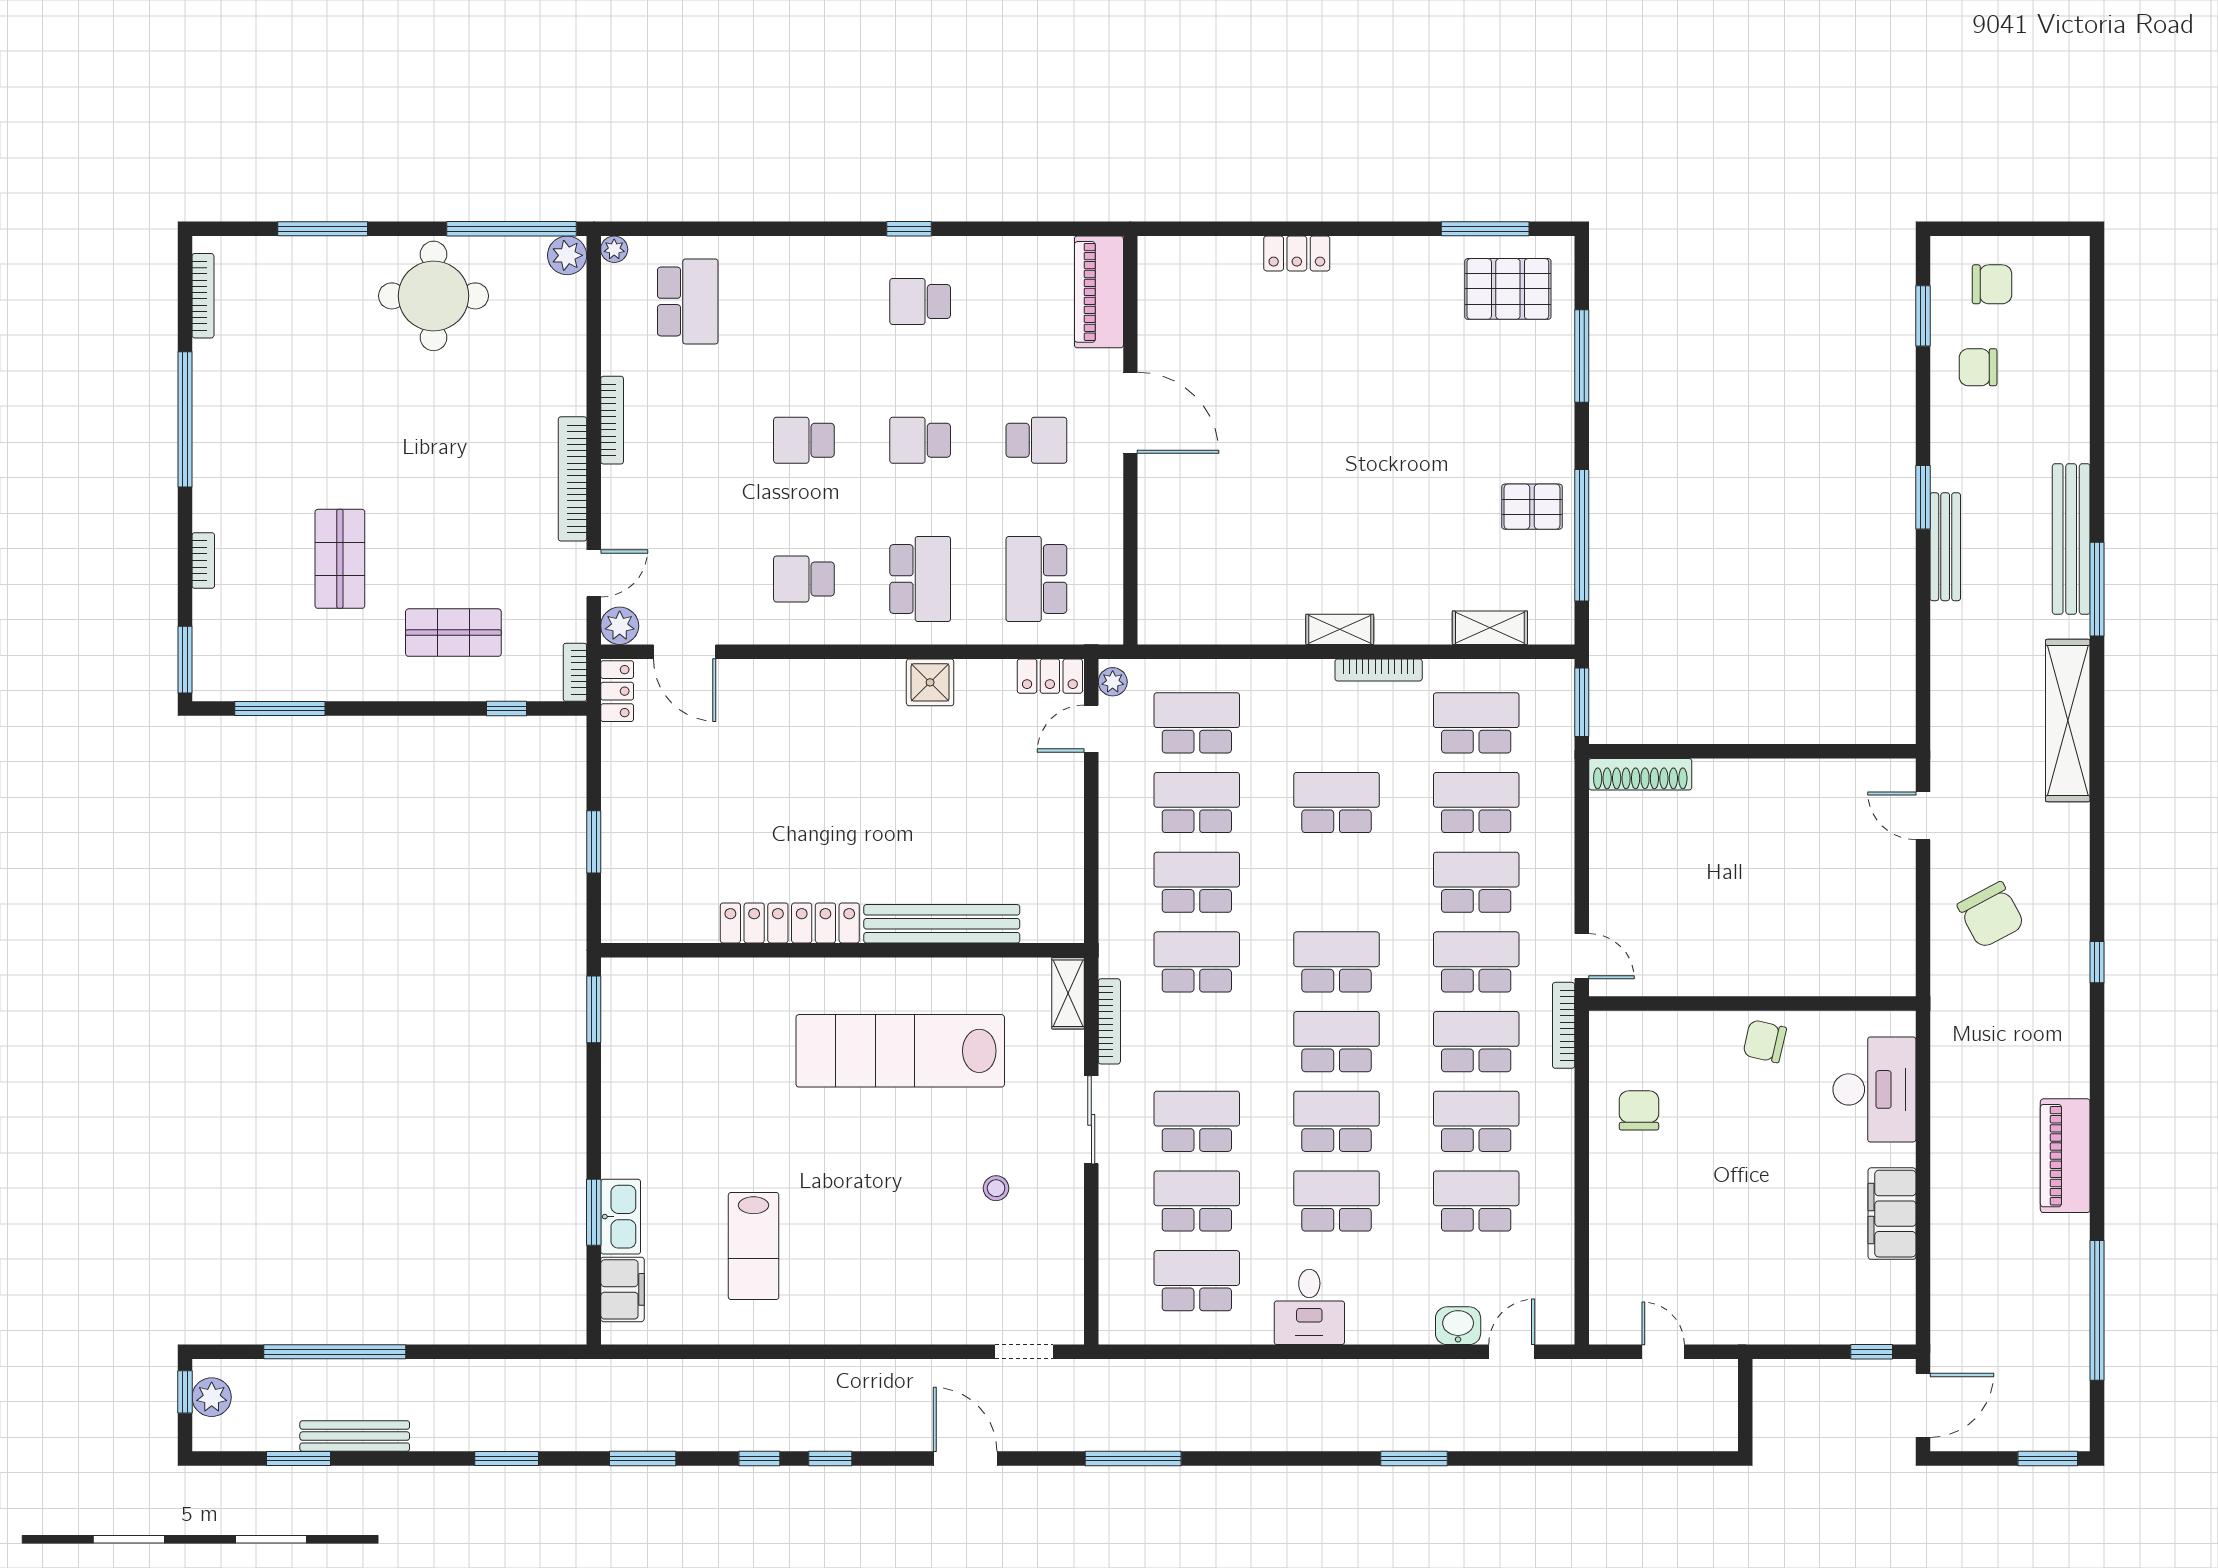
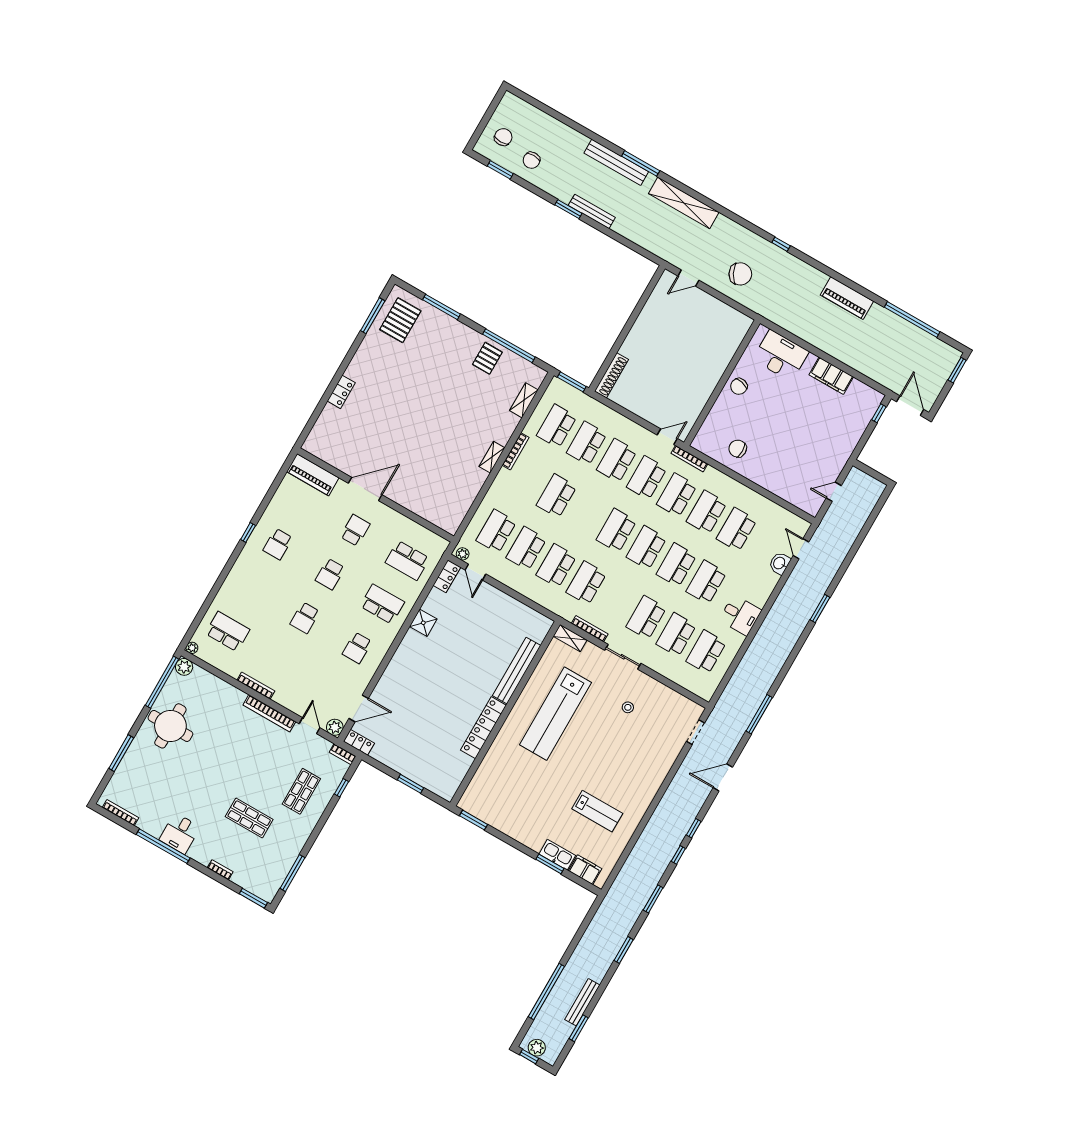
desk: (230, 438) -> (180, 833), added

